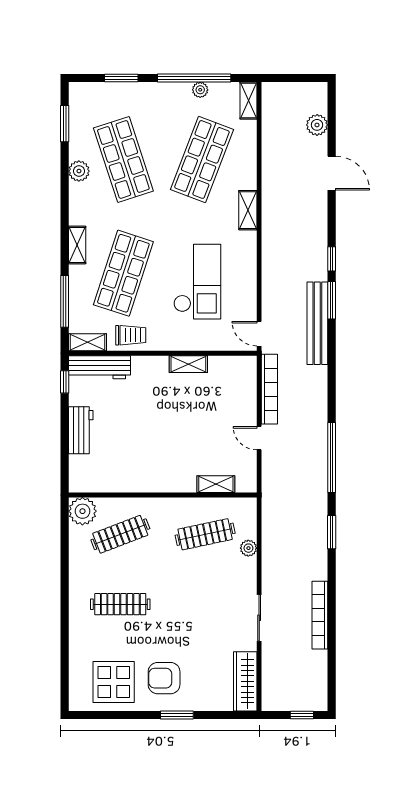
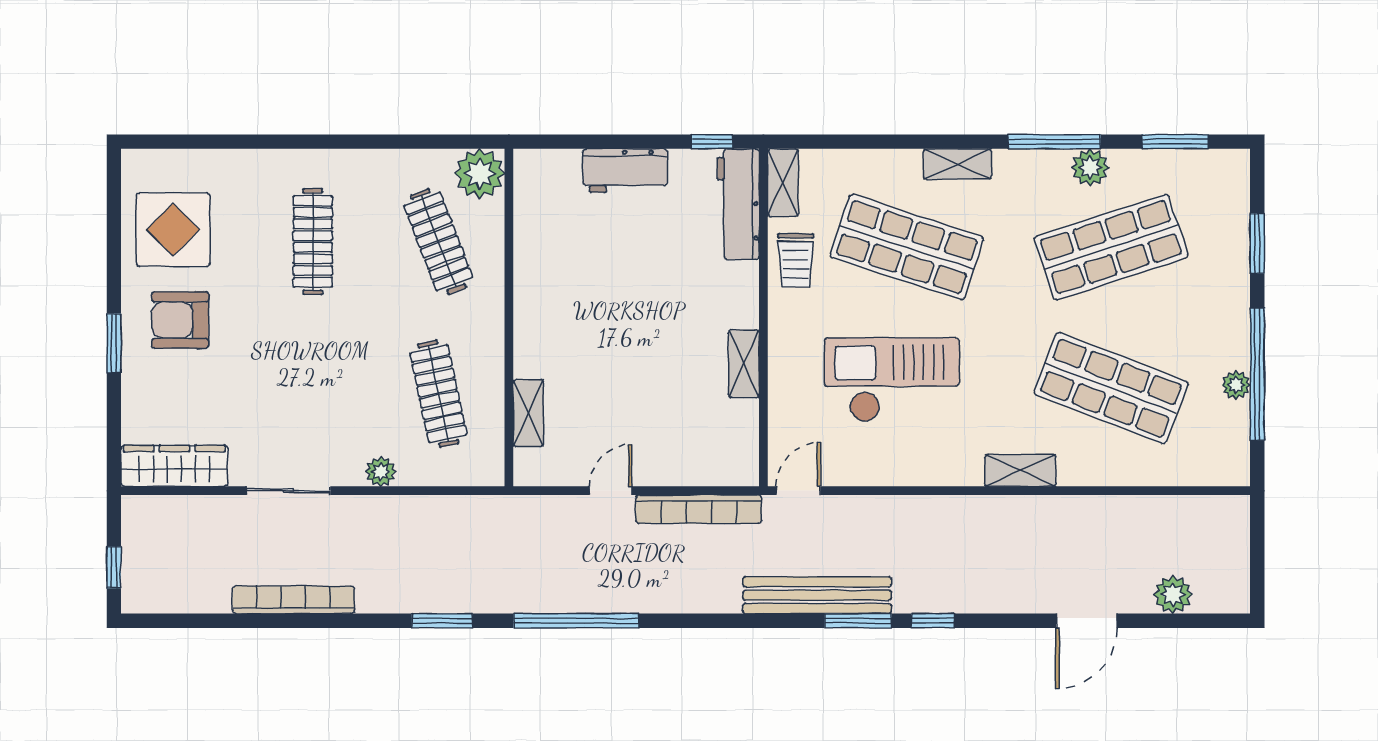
shelving: (248, 100) -> (1217, 471), removed
checkout: (197, 282) -> (892, 380), turned 180
window: (65, 301) -> (1054, 142), moved
plant: (248, 548) -> (381, 472), moved
armchair: (164, 678) -> (180, 320), turned -90

